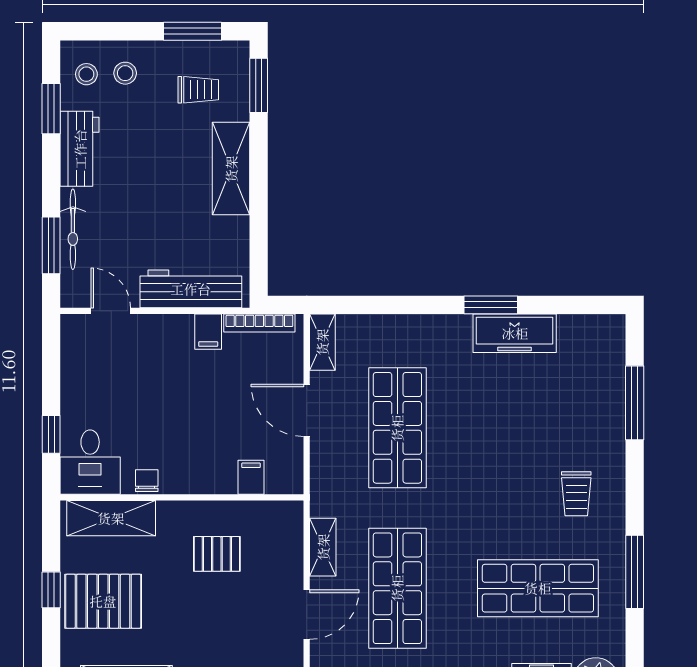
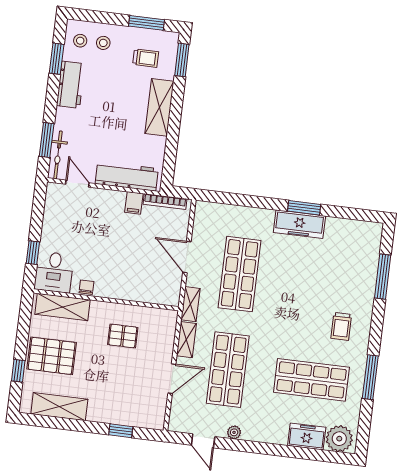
bicycle: (73, 229) -> (58, 155), moved
freezer: (515, 333) -> (299, 224), moved
shelving: (322, 342) -> (190, 304), moved
filing cabinet: (251, 477) -> (149, 293), removed
window: (51, 590) -> (18, 371), moved

